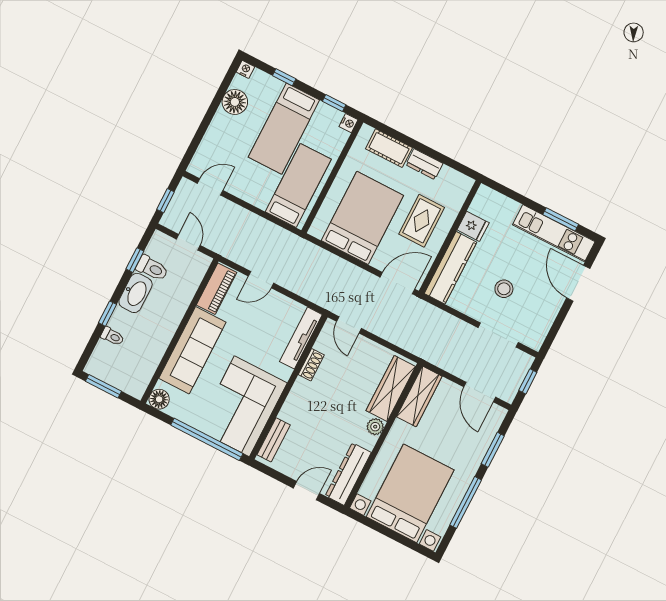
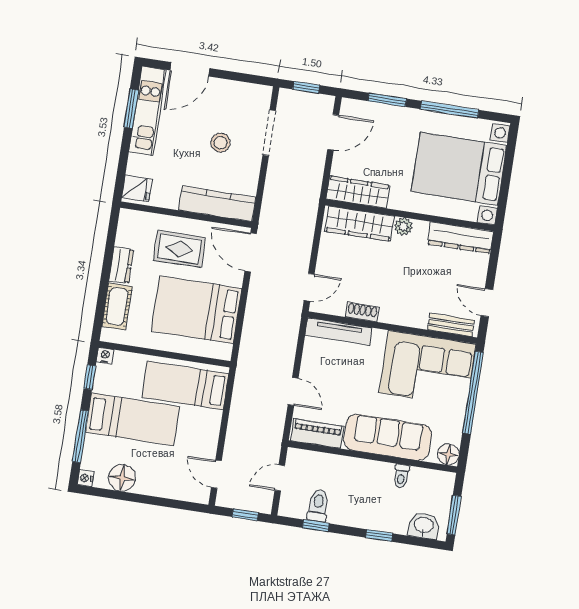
window: (284, 77) -> (80, 436), width x2.17
fridge: (473, 226) -> (137, 188), moved, turned 90
washbasin: (136, 293) -> (424, 526), moved, width x0.72
toilet: (112, 336) -> (401, 476), moved, turned 180
door: (306, 491) -> (487, 303), moved

